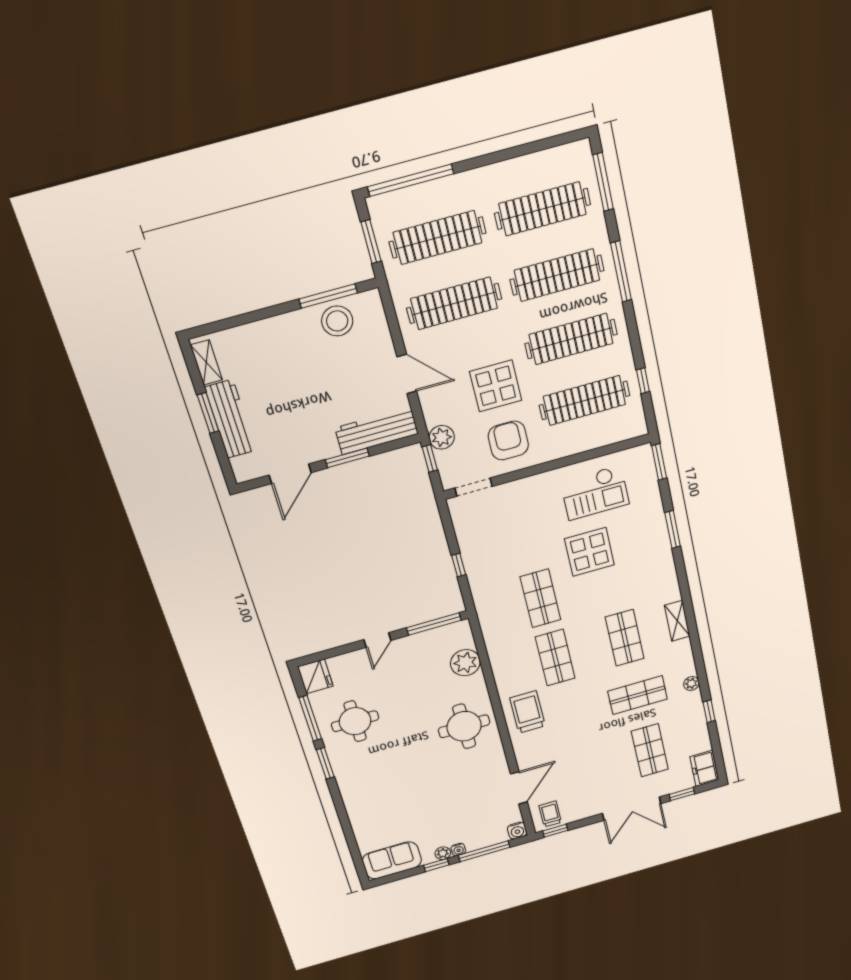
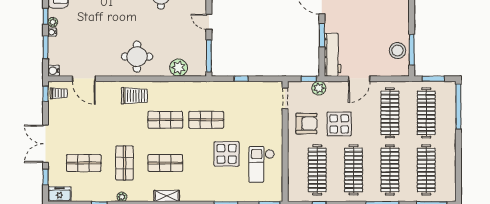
window: (484, 851) -> (46, 47), width x0.69

